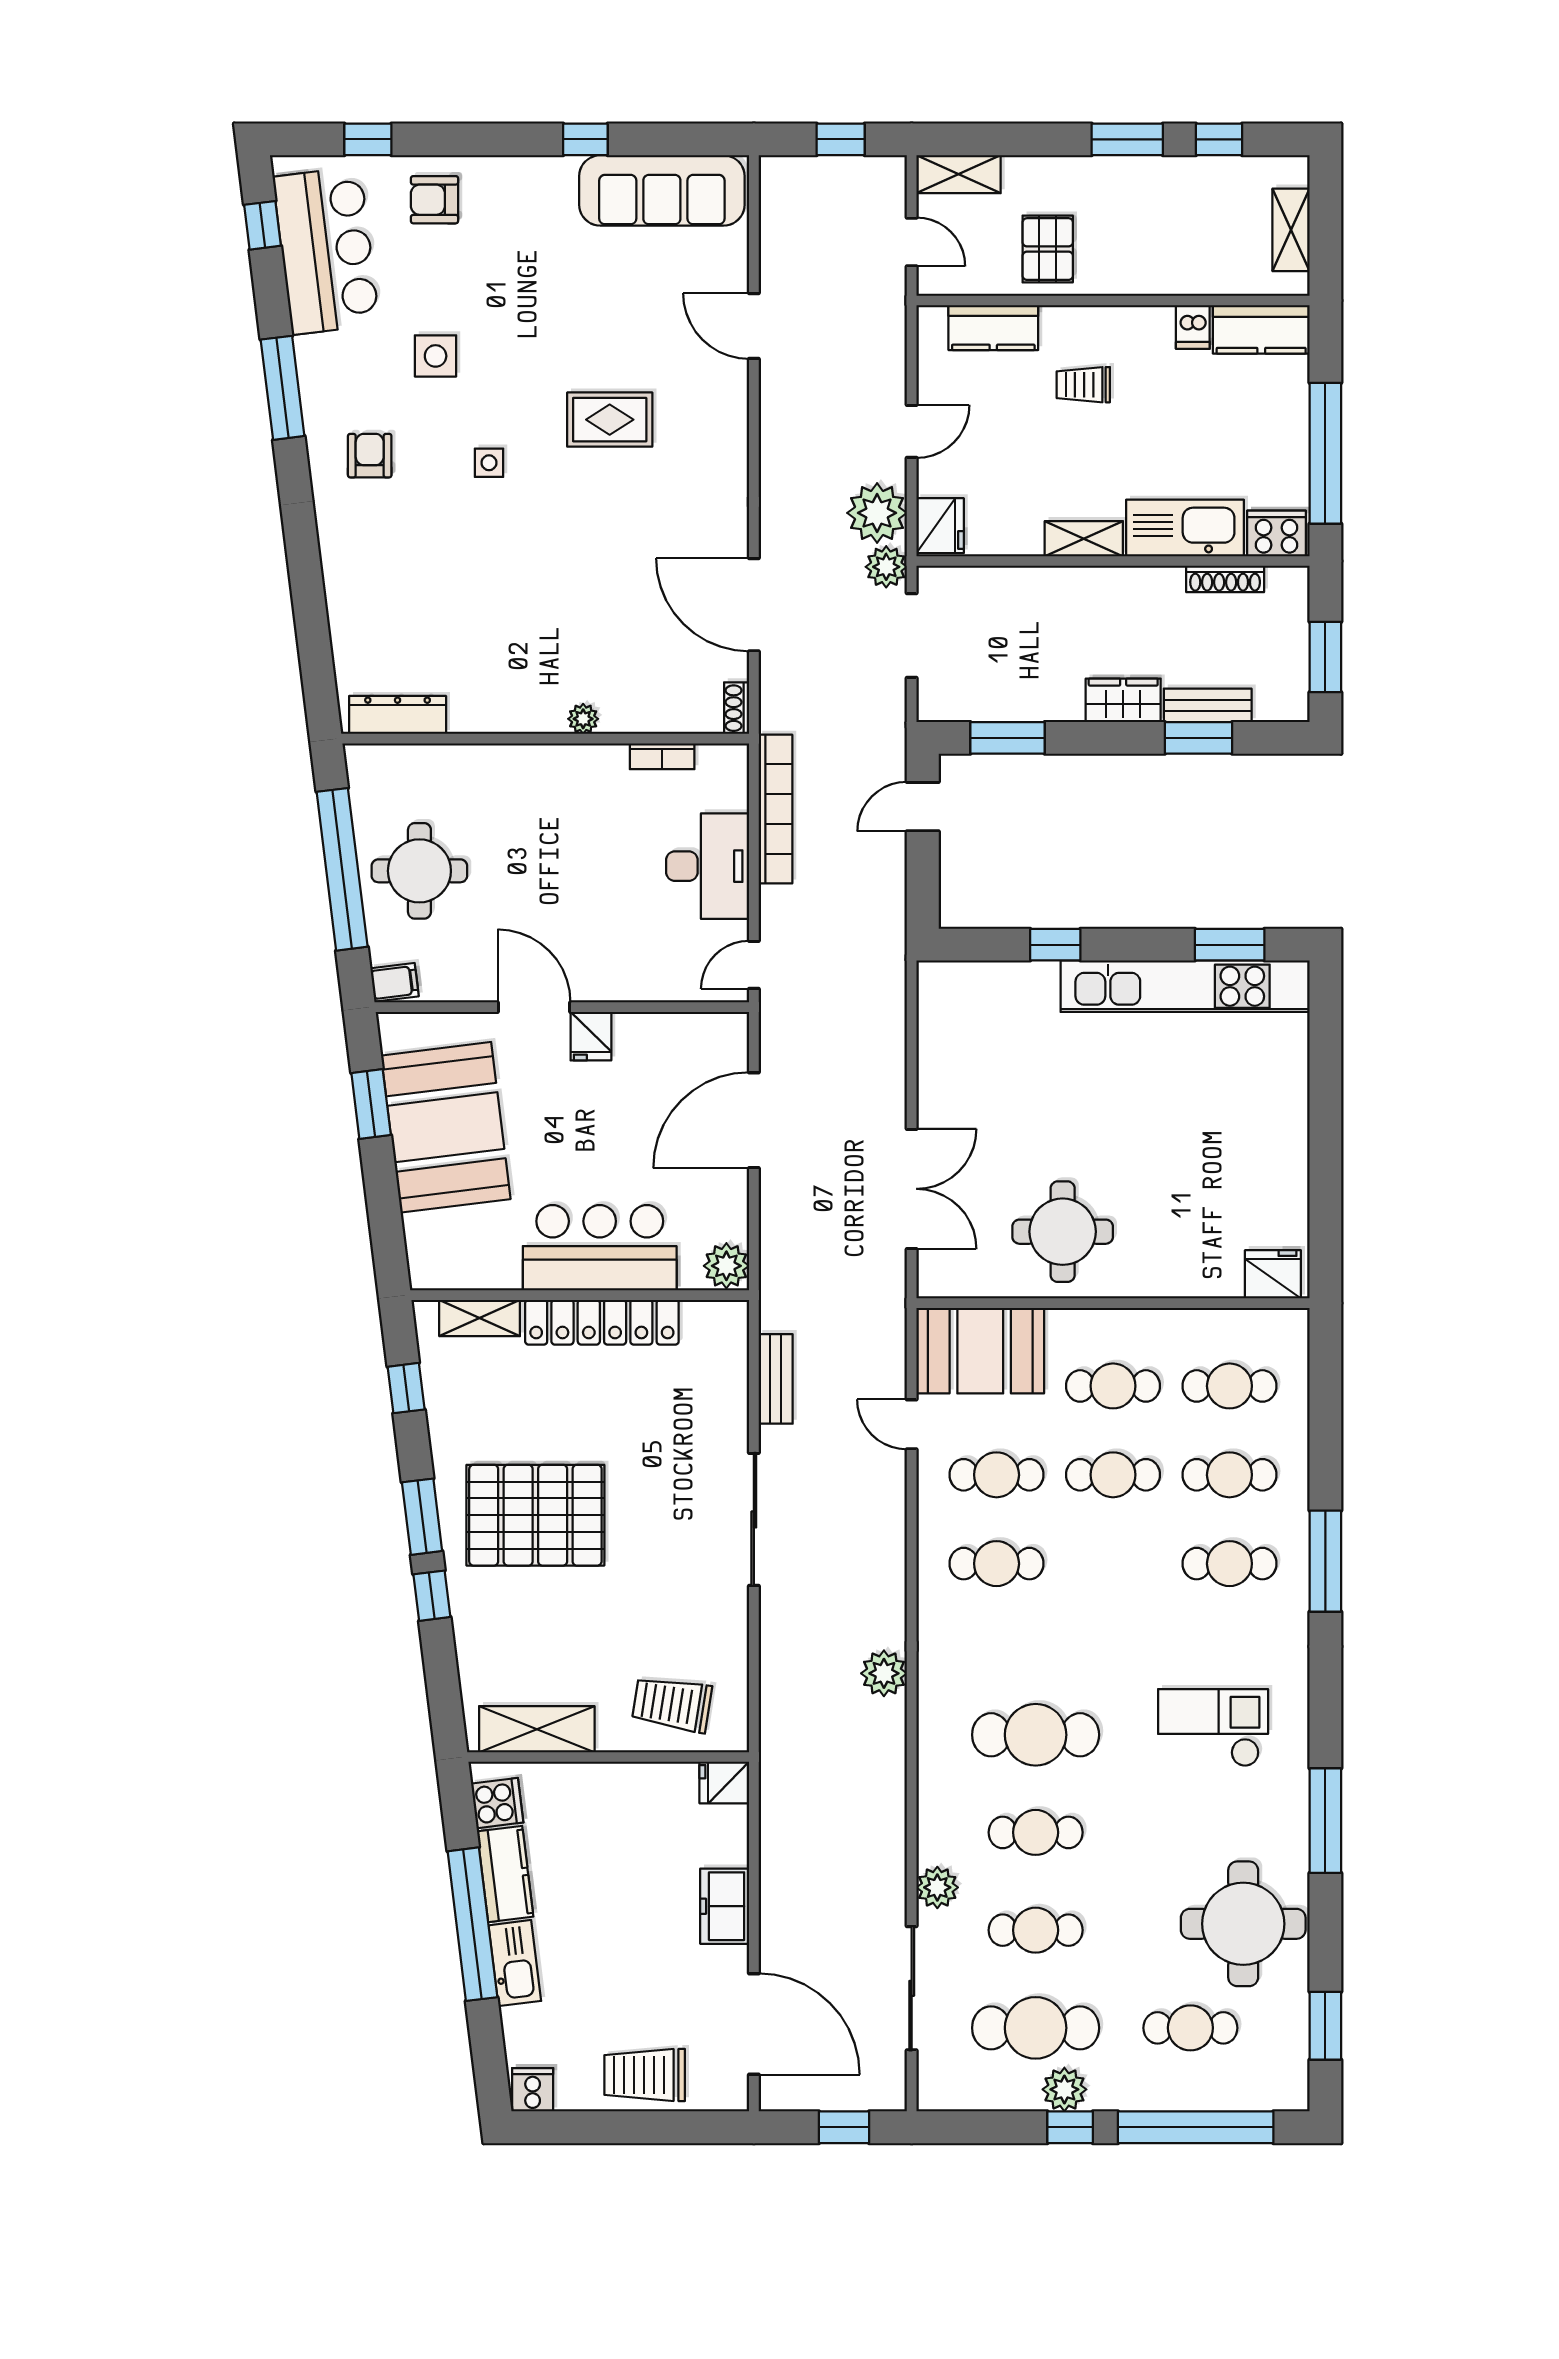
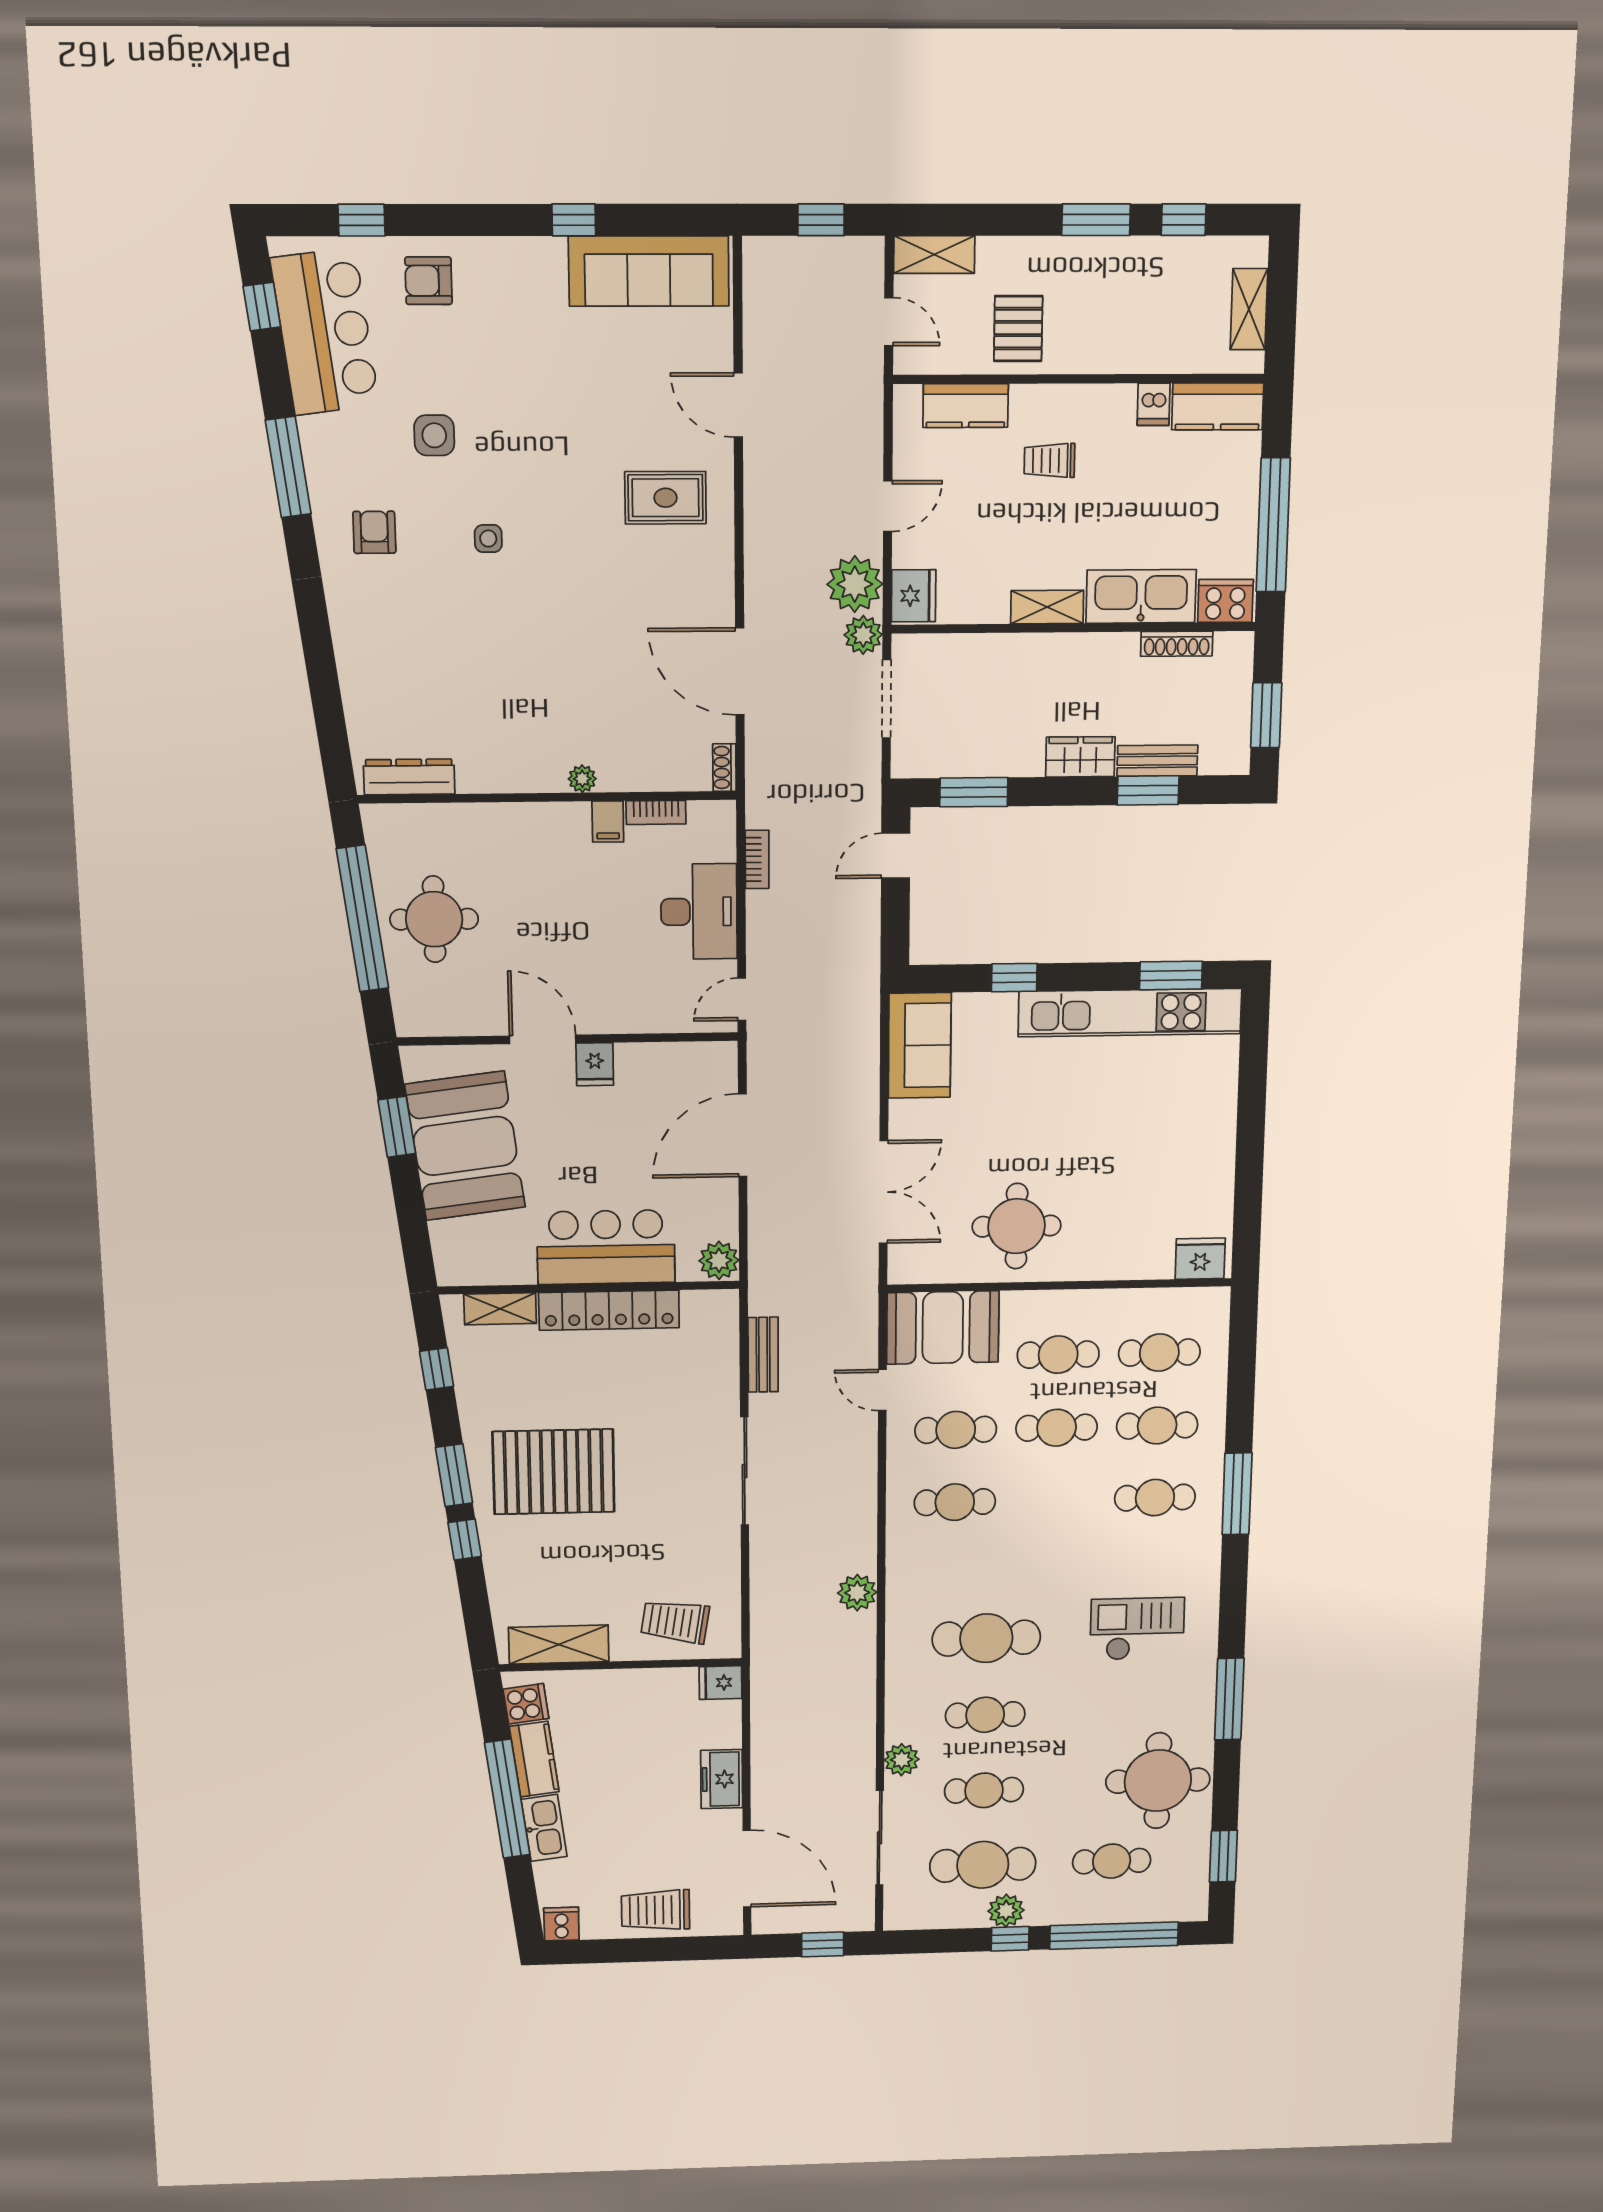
rug: (610, 420) -> (665, 498), moved
bookcase: (775, 809) -> (757, 859), width x0.43, depth x0.76
filing cabinet: (395, 982) -> (608, 822), moved, turned 97
sofa: (951, 1020) -> (920, 1045), added

